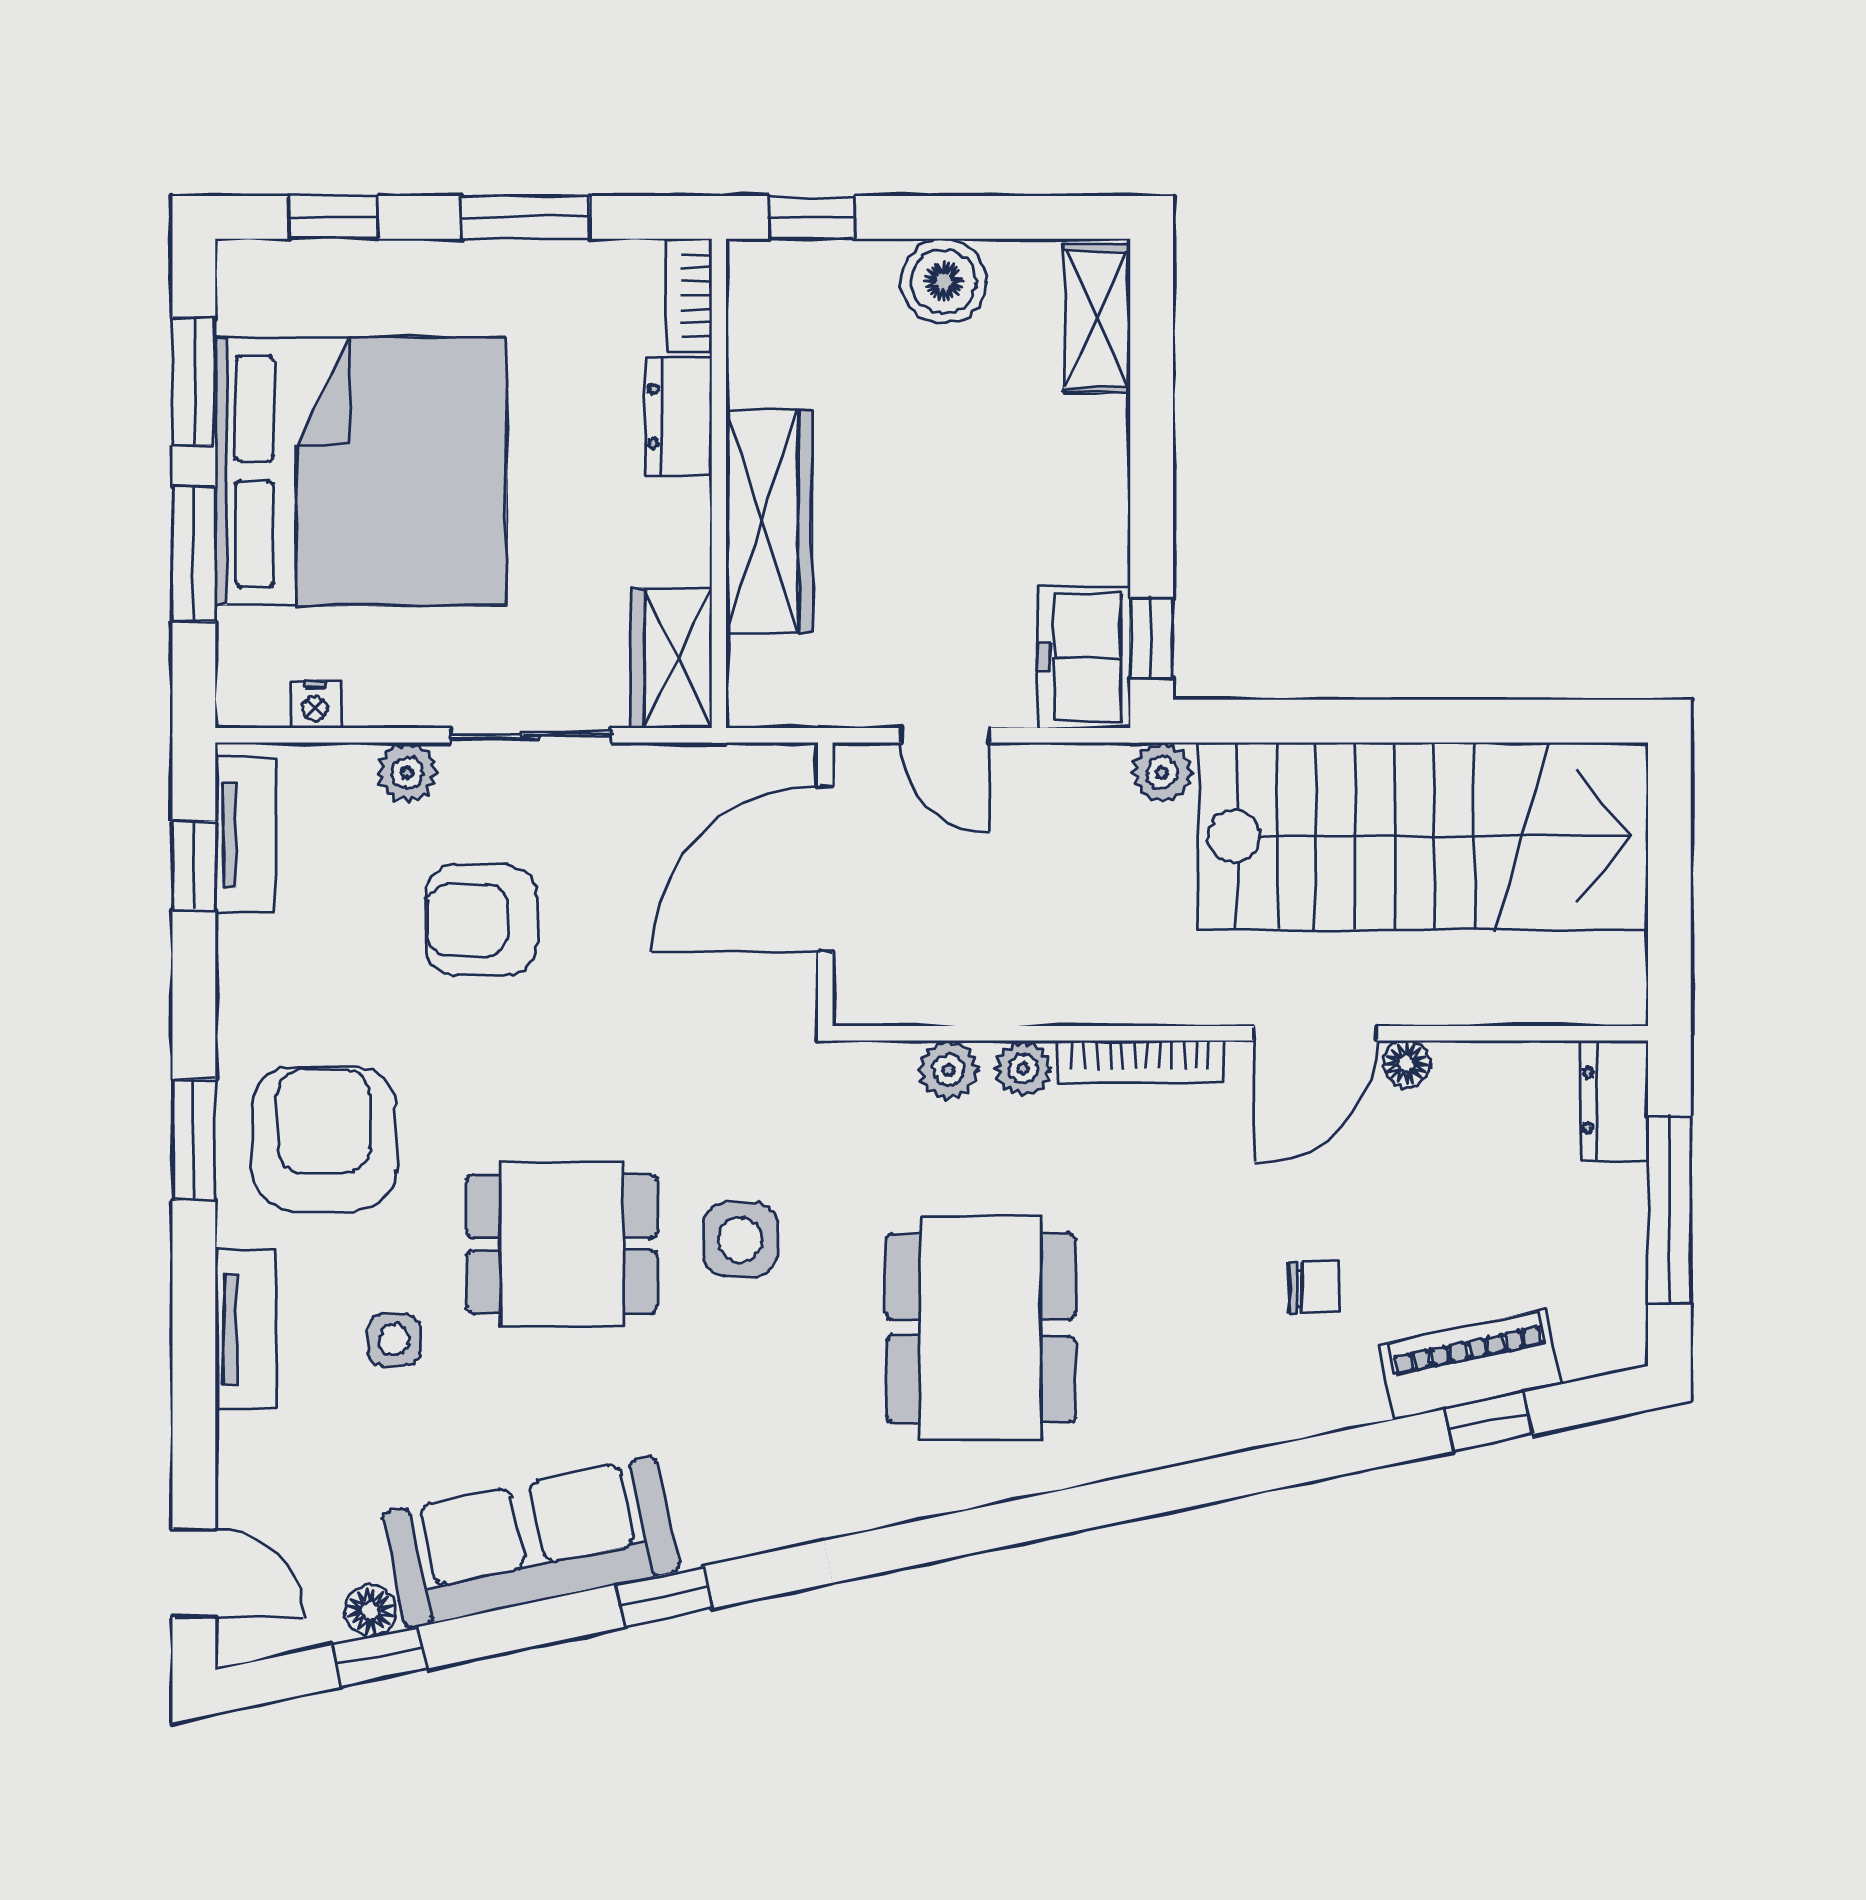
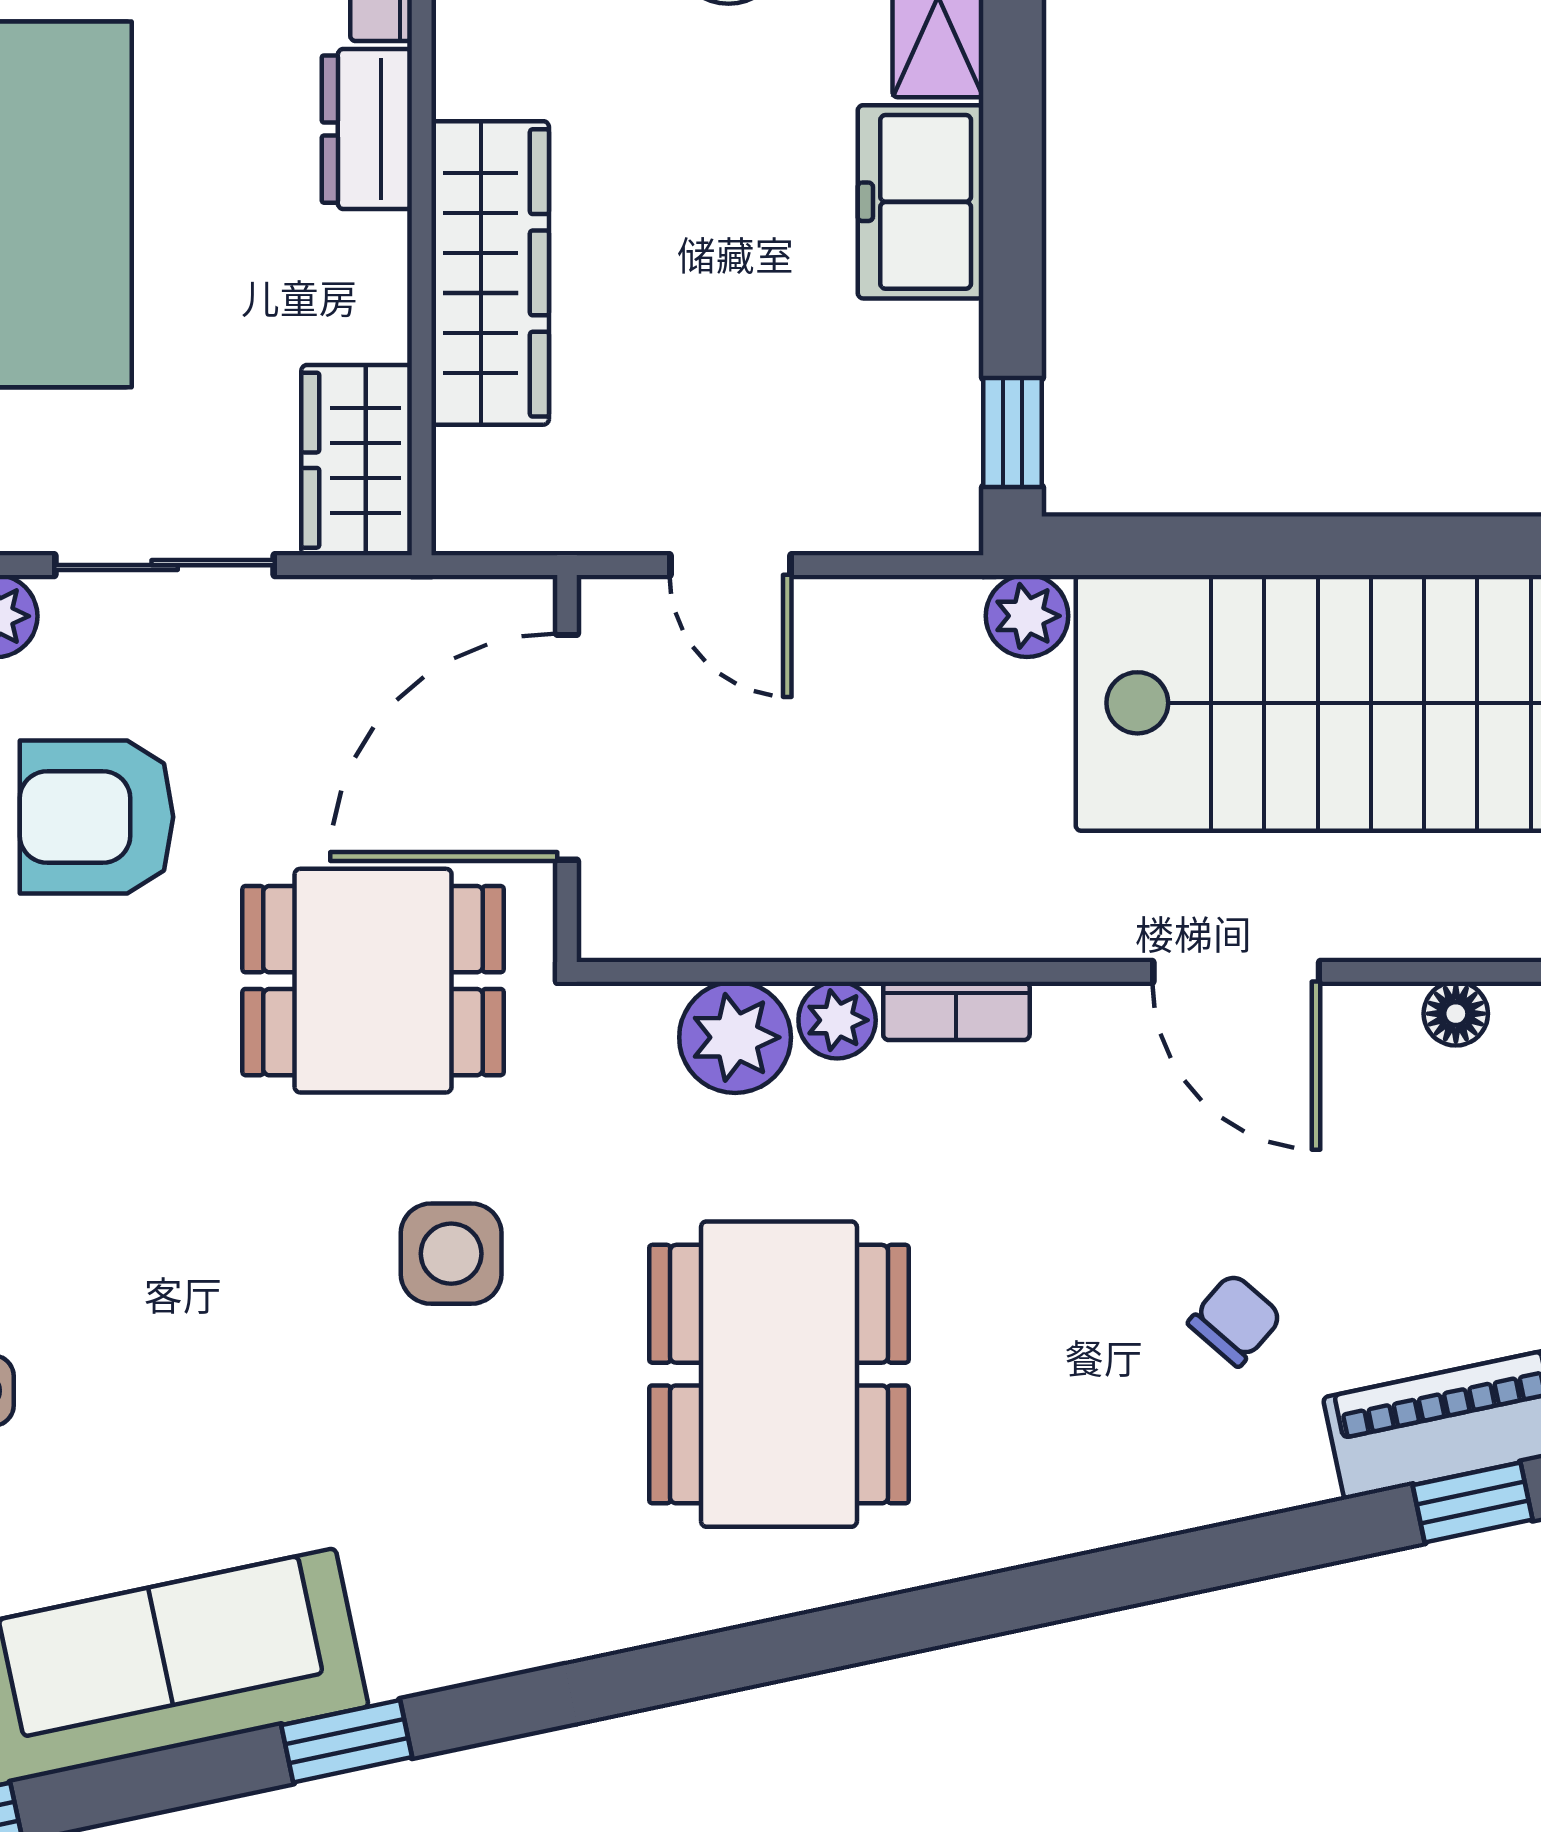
freezer: (1084, 657) -> (921, 202), moved
door: (1315, 1033) -> (1236, 972), hinge flipped
bookcase: (1141, 1062) -> (956, 1011), width x0.64
floor lamp: (1406, 1064) -> (1456, 1014), moved
plant: (948, 1070) -> (735, 1037), width x1.38, depth x1.38
dining table: (562, 1244) -> (373, 981), moved
chair: (1315, 1288) -> (1235, 1320), turned -49

